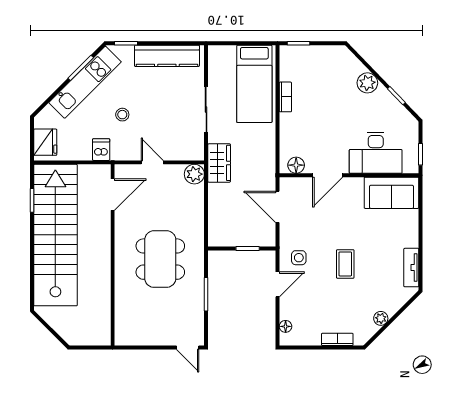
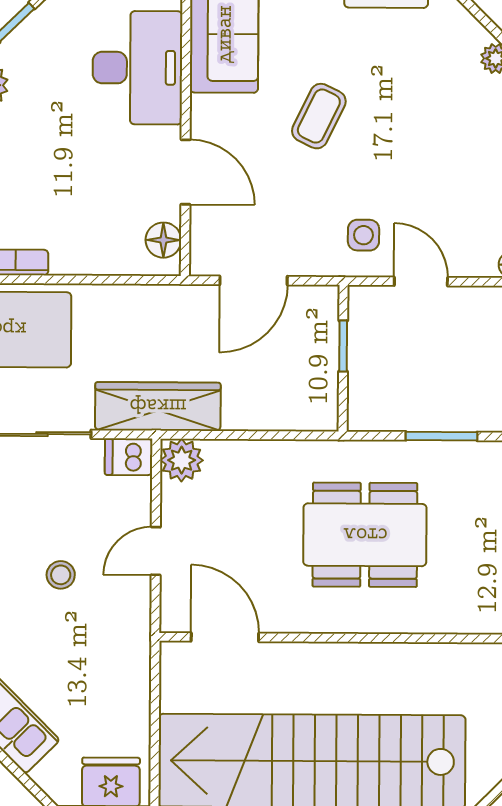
stool: (122, 115) -> (61, 575), moved
dishwasher: (101, 150) -> (129, 457), moved
wardrobe: (219, 163) -> (158, 406), width x1.50
coffee table: (345, 264) -> (319, 116), moved, turned -64

